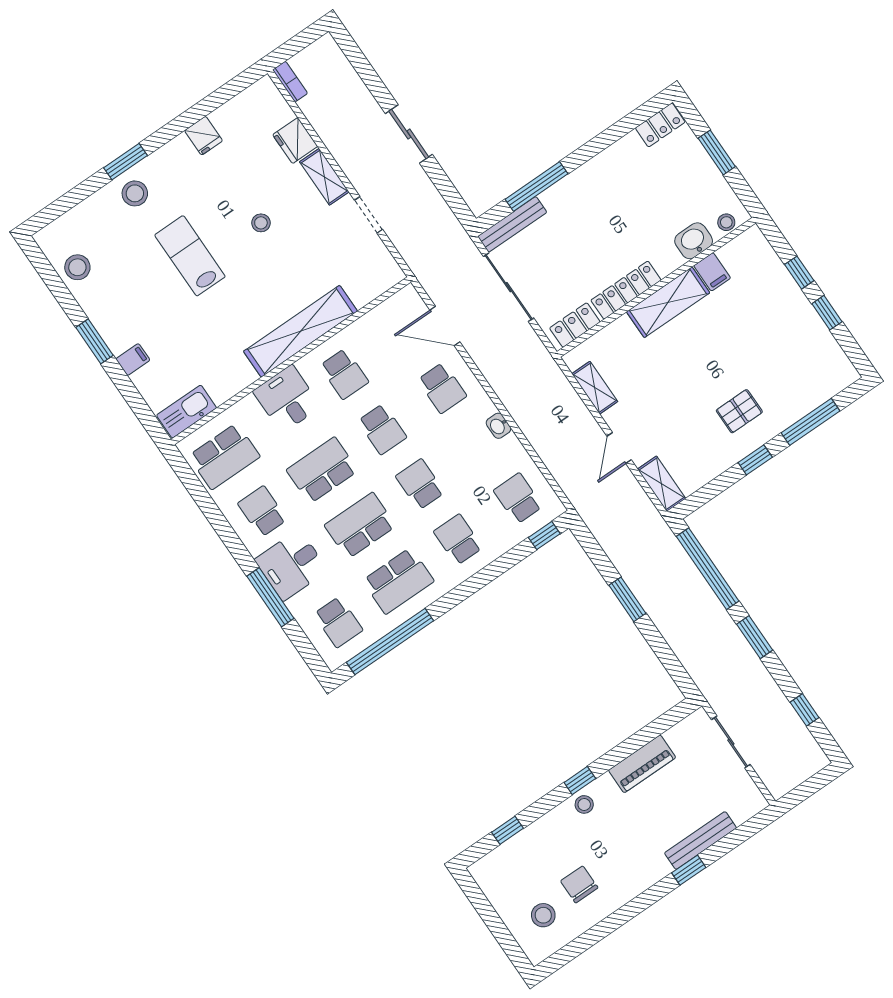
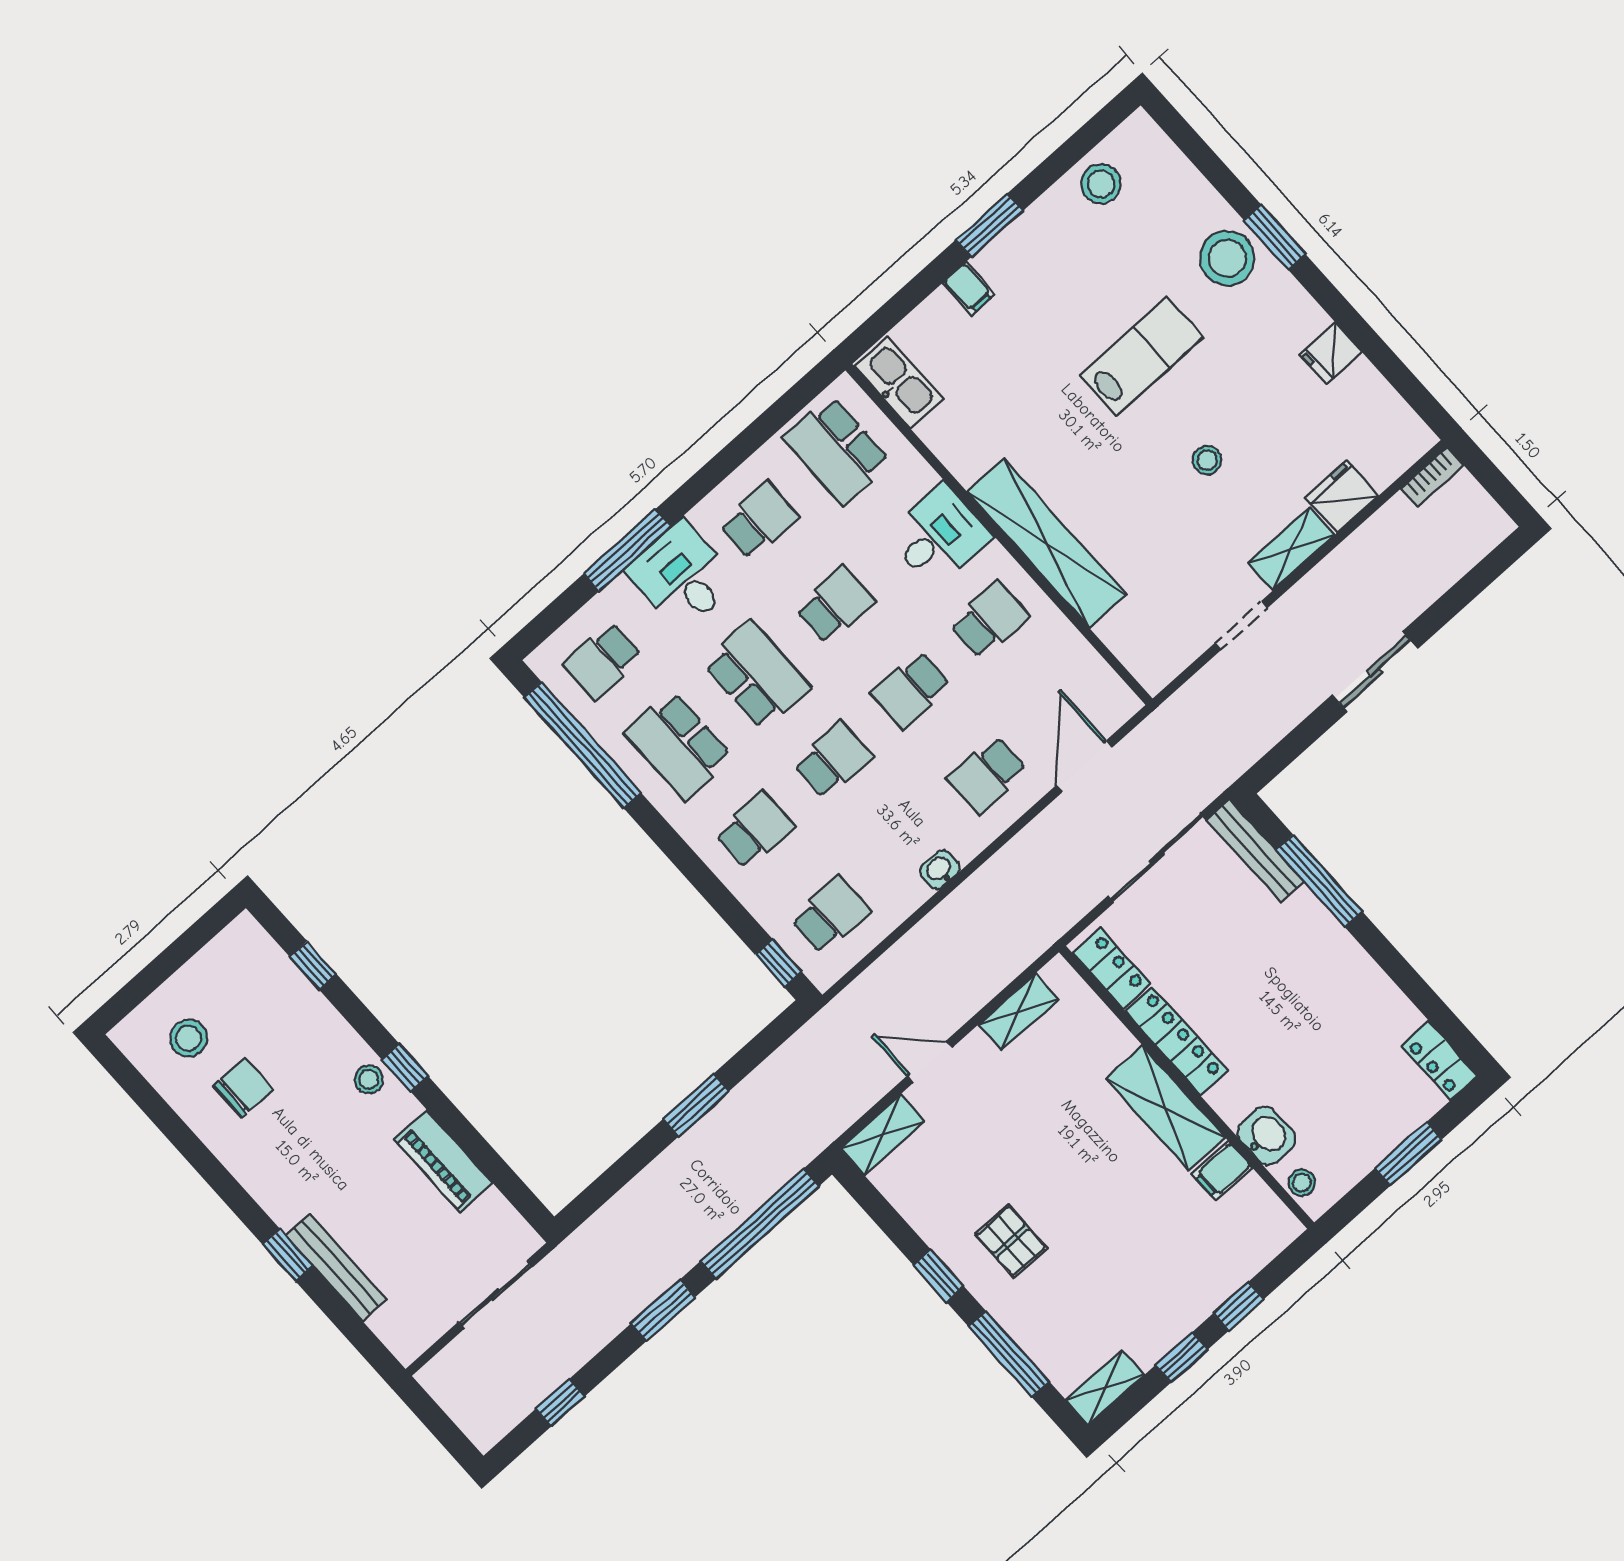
stool: (135, 193) -> (1227, 258), width x1.38, depth x1.38
shelving: (840, 364) -> (1105, 1388), added
school desk: (344, 374) -> (989, 620), turned 180
school desk: (322, 470) -> (835, 605), width x0.54

